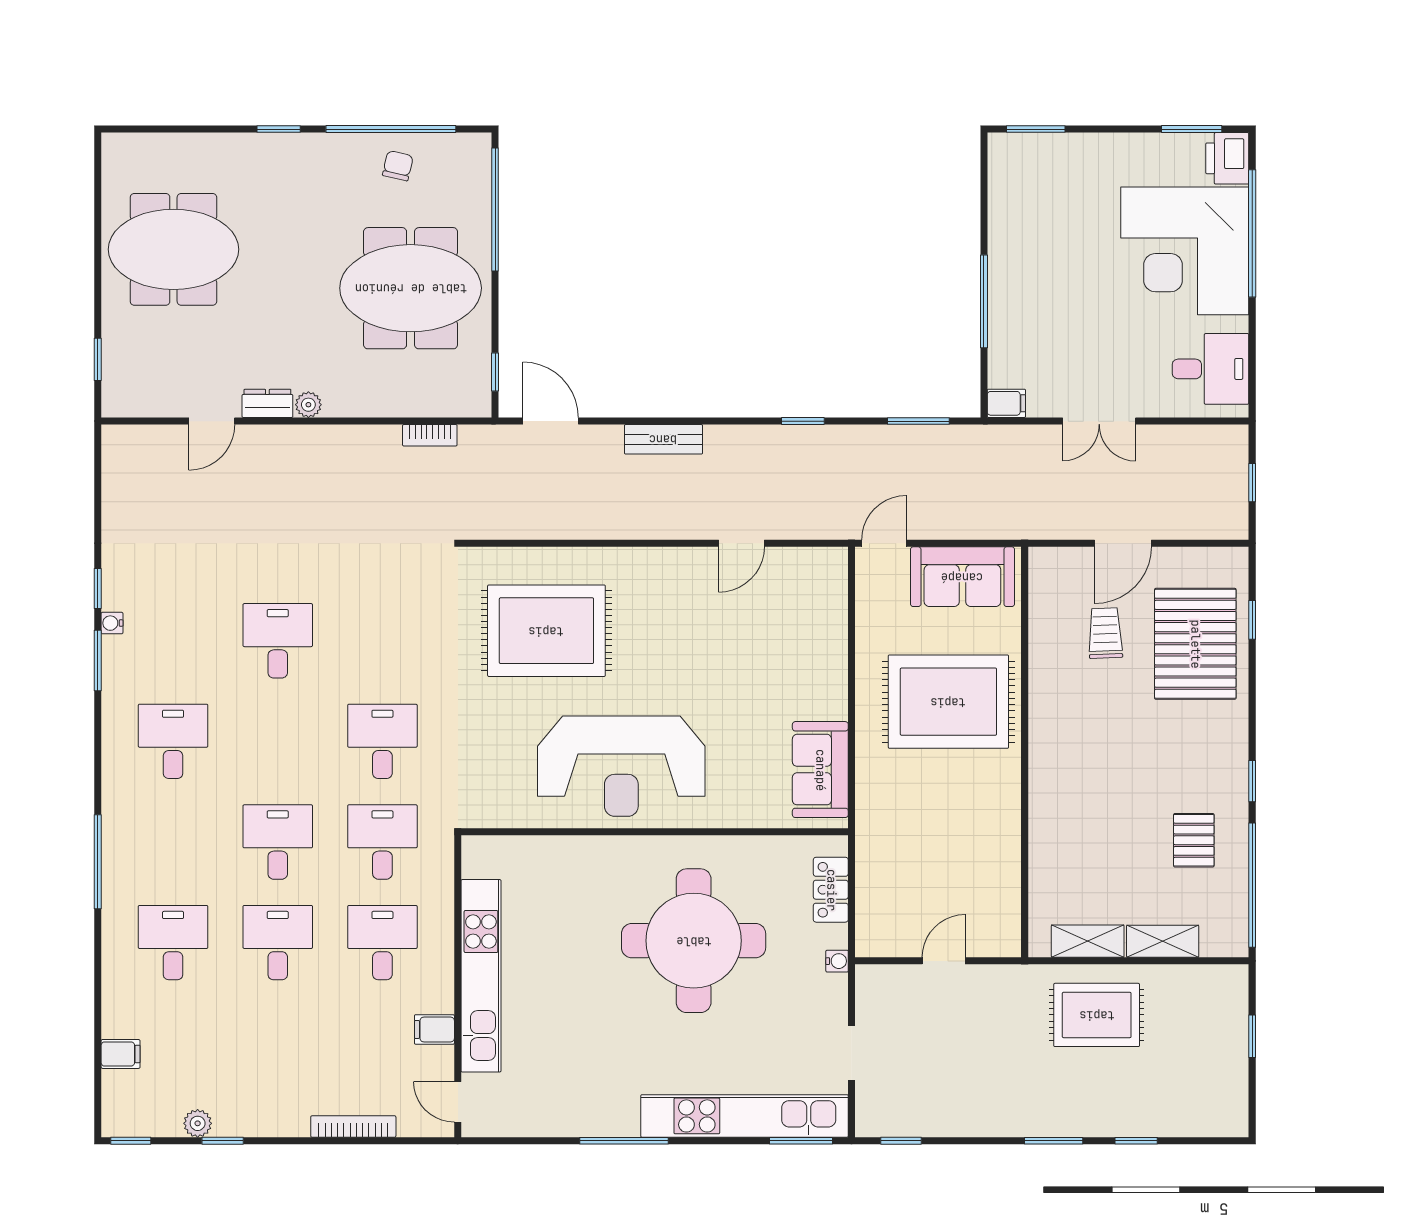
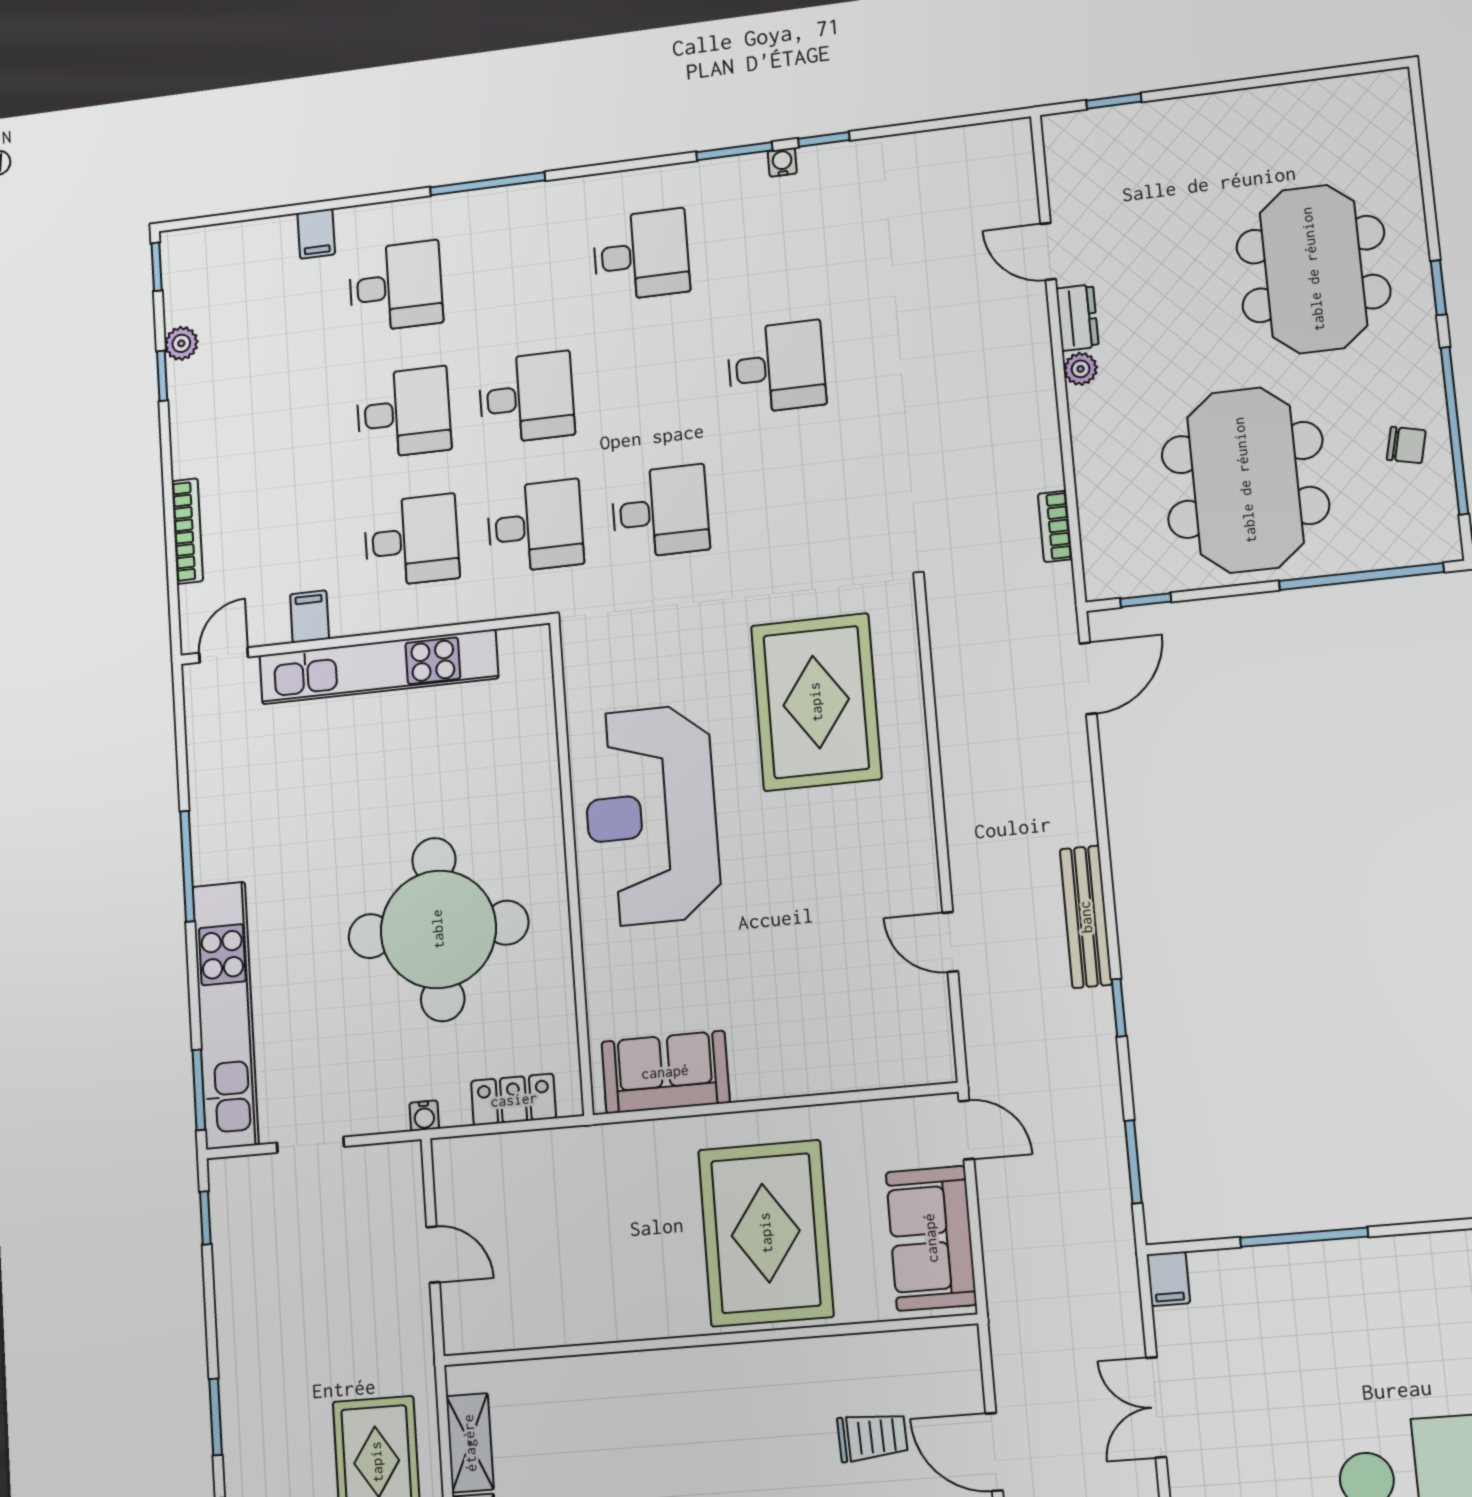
meeting table: (173, 249) -> (1313, 269), moved
bench: (663, 439) -> (1086, 917), moved, width x1.36
filing cabinet: (121, 1054) -> (316, 234), moved

